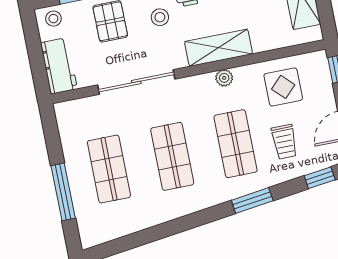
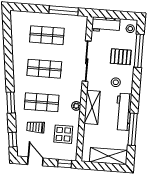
window: (63, 192) -> (64, 11), moved

